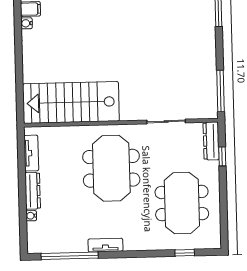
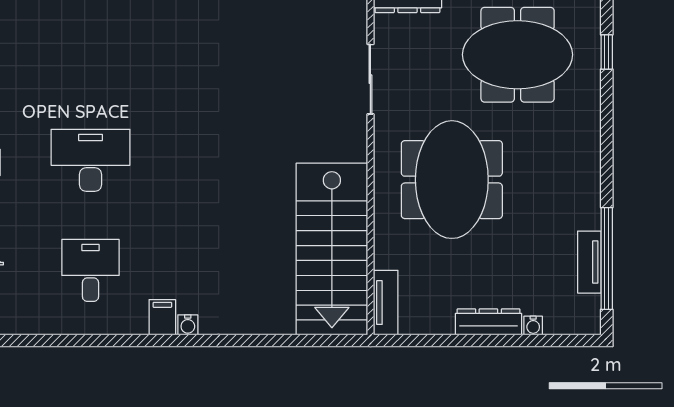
tv unit: (31, 153) -> (386, 303), moved, turned 90
meeting table: (111, 168) -> (452, 180), turned 90
tv unit: (105, 245) -> (589, 262), moved

